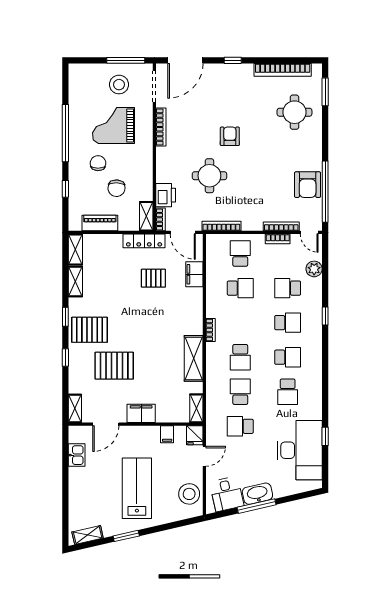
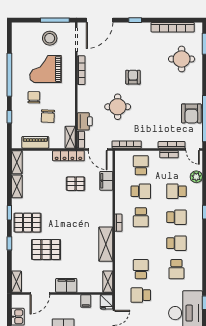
school desk: (240, 357) -> (141, 217), moved

